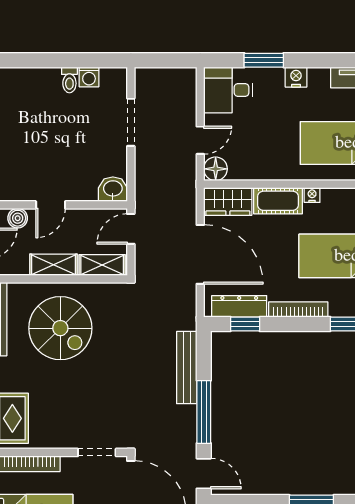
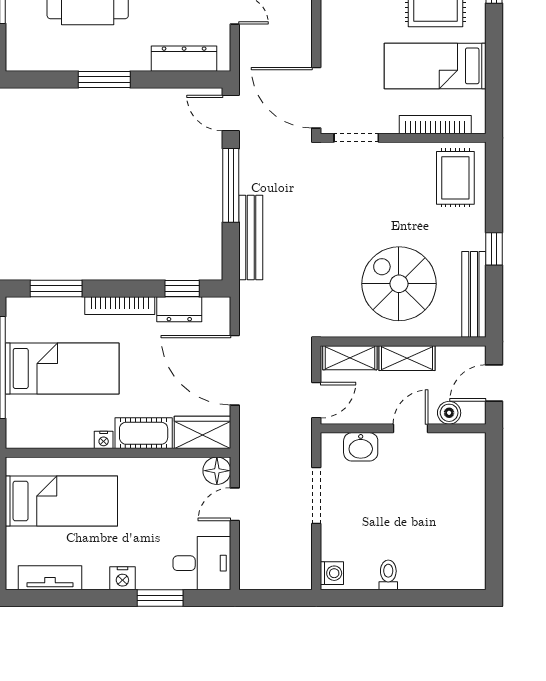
washing machine: (89, 77) -> (332, 573), moved, turned 90
doorway: (131, 122) -> (316, 495), moved
washbasin: (113, 189) -> (361, 447), moved
dresser: (239, 306) -> (179, 309), width x0.70

